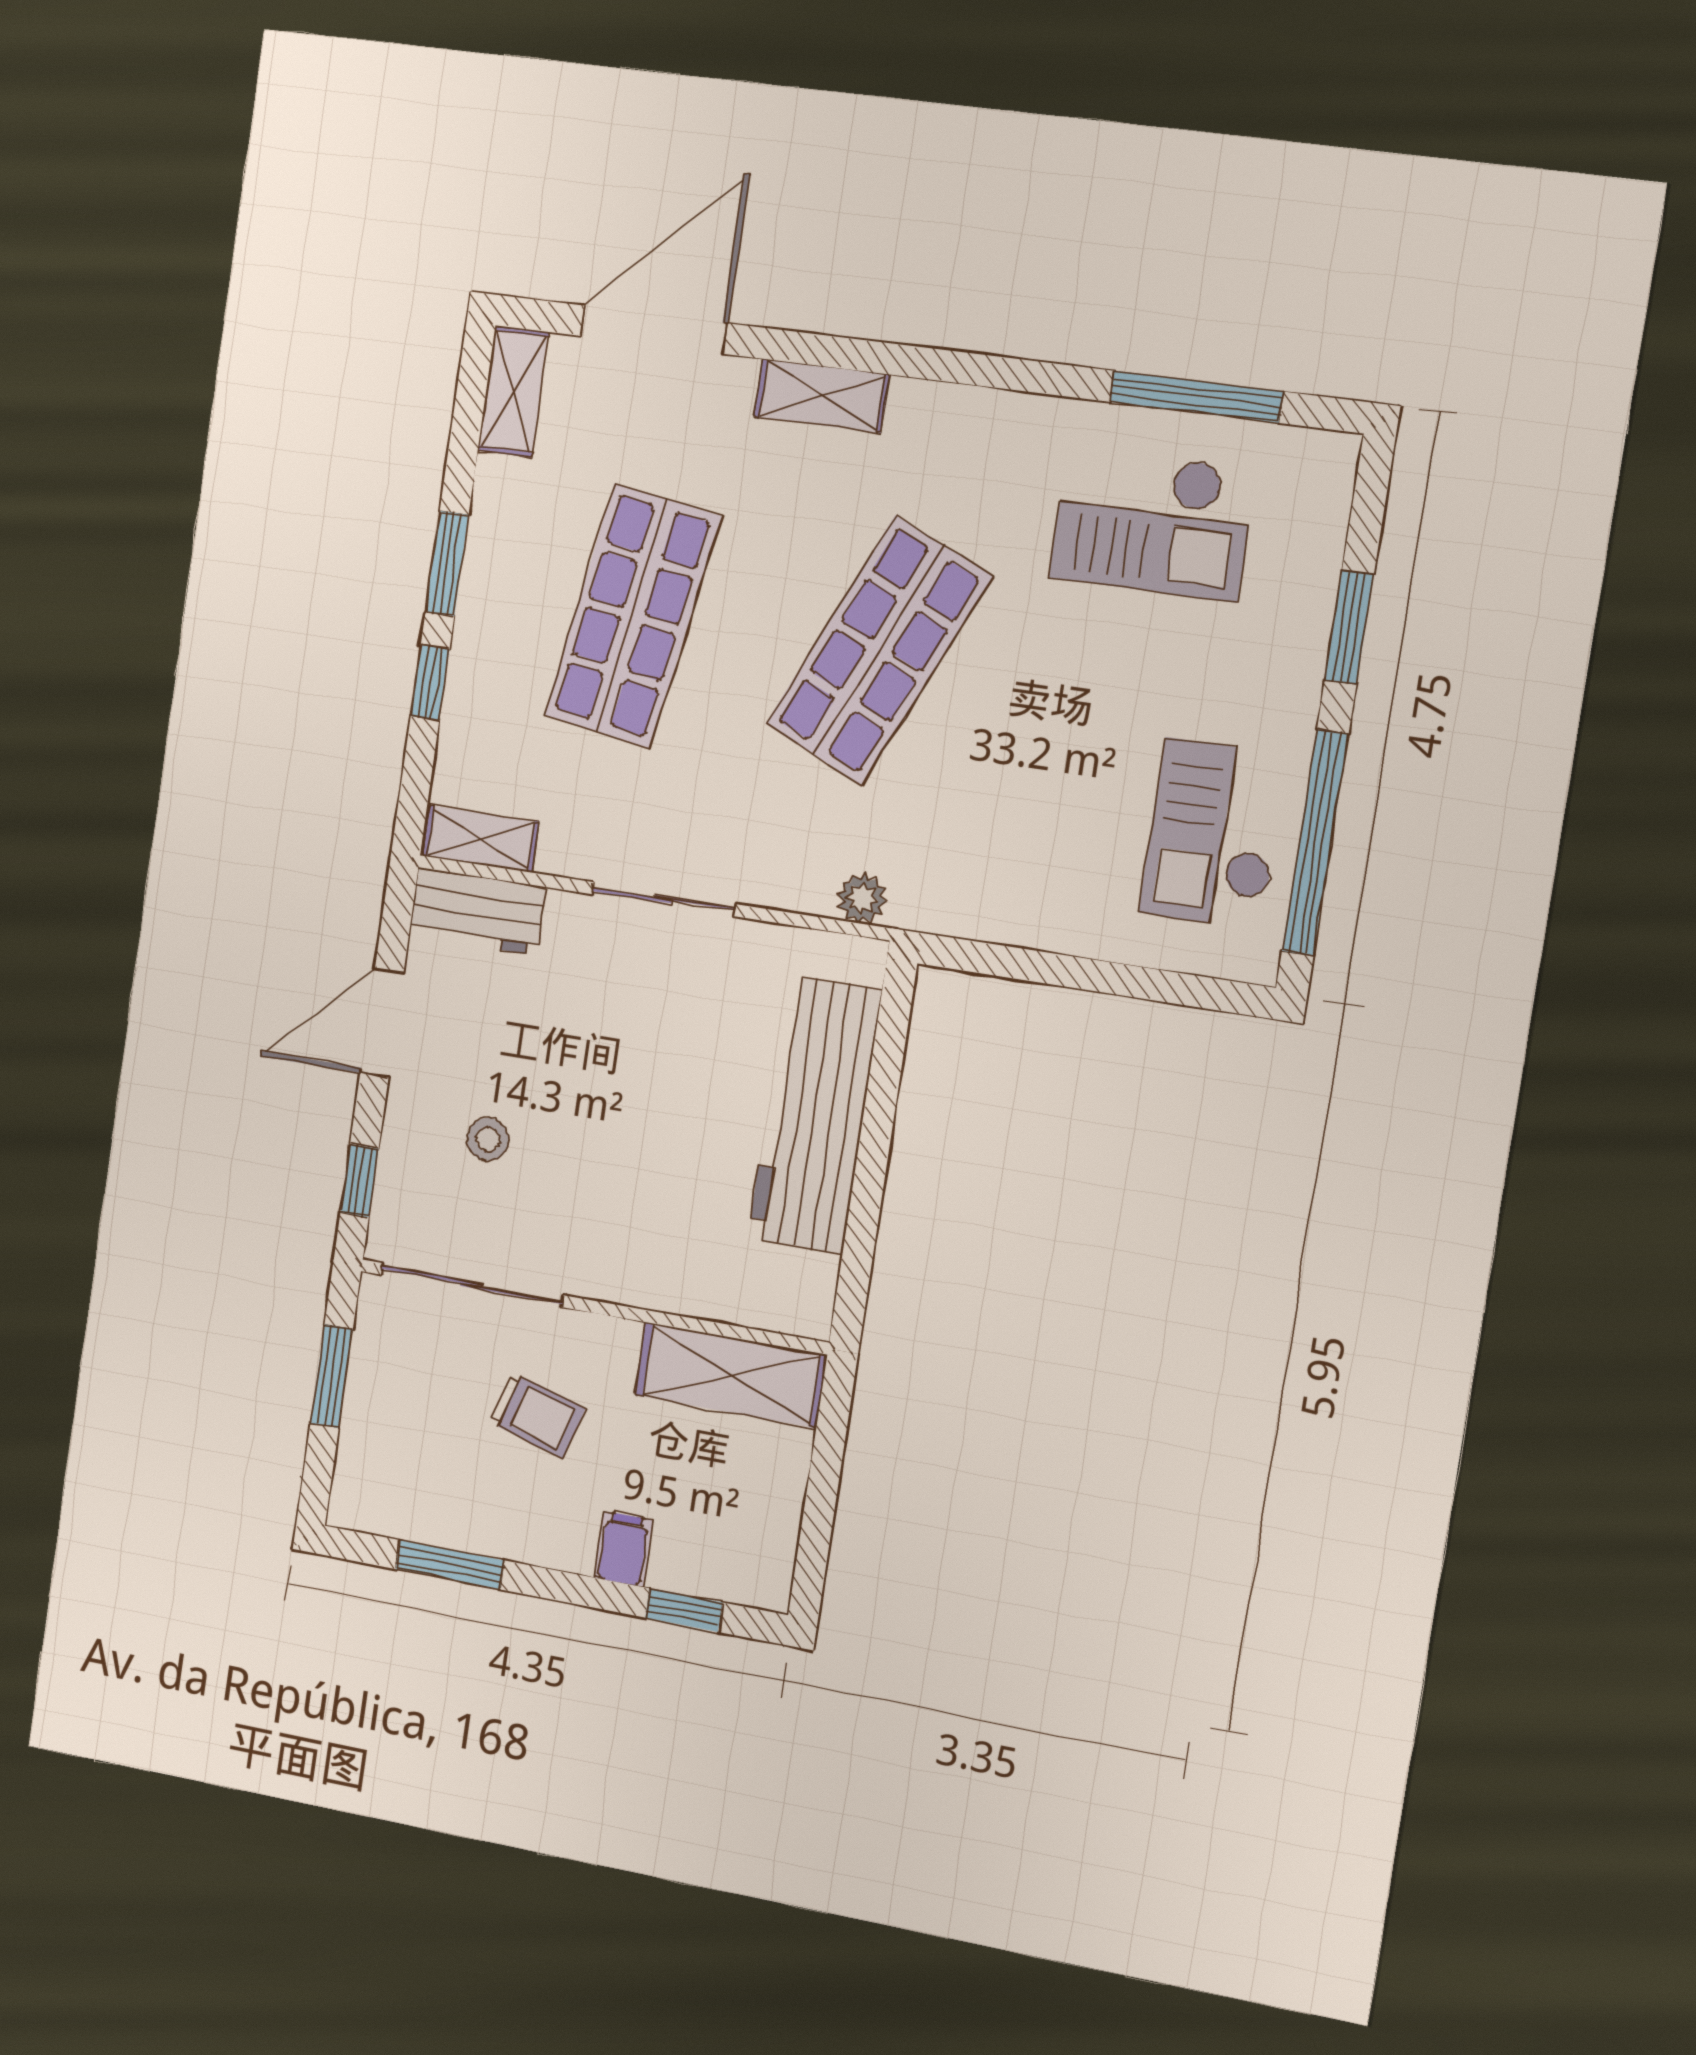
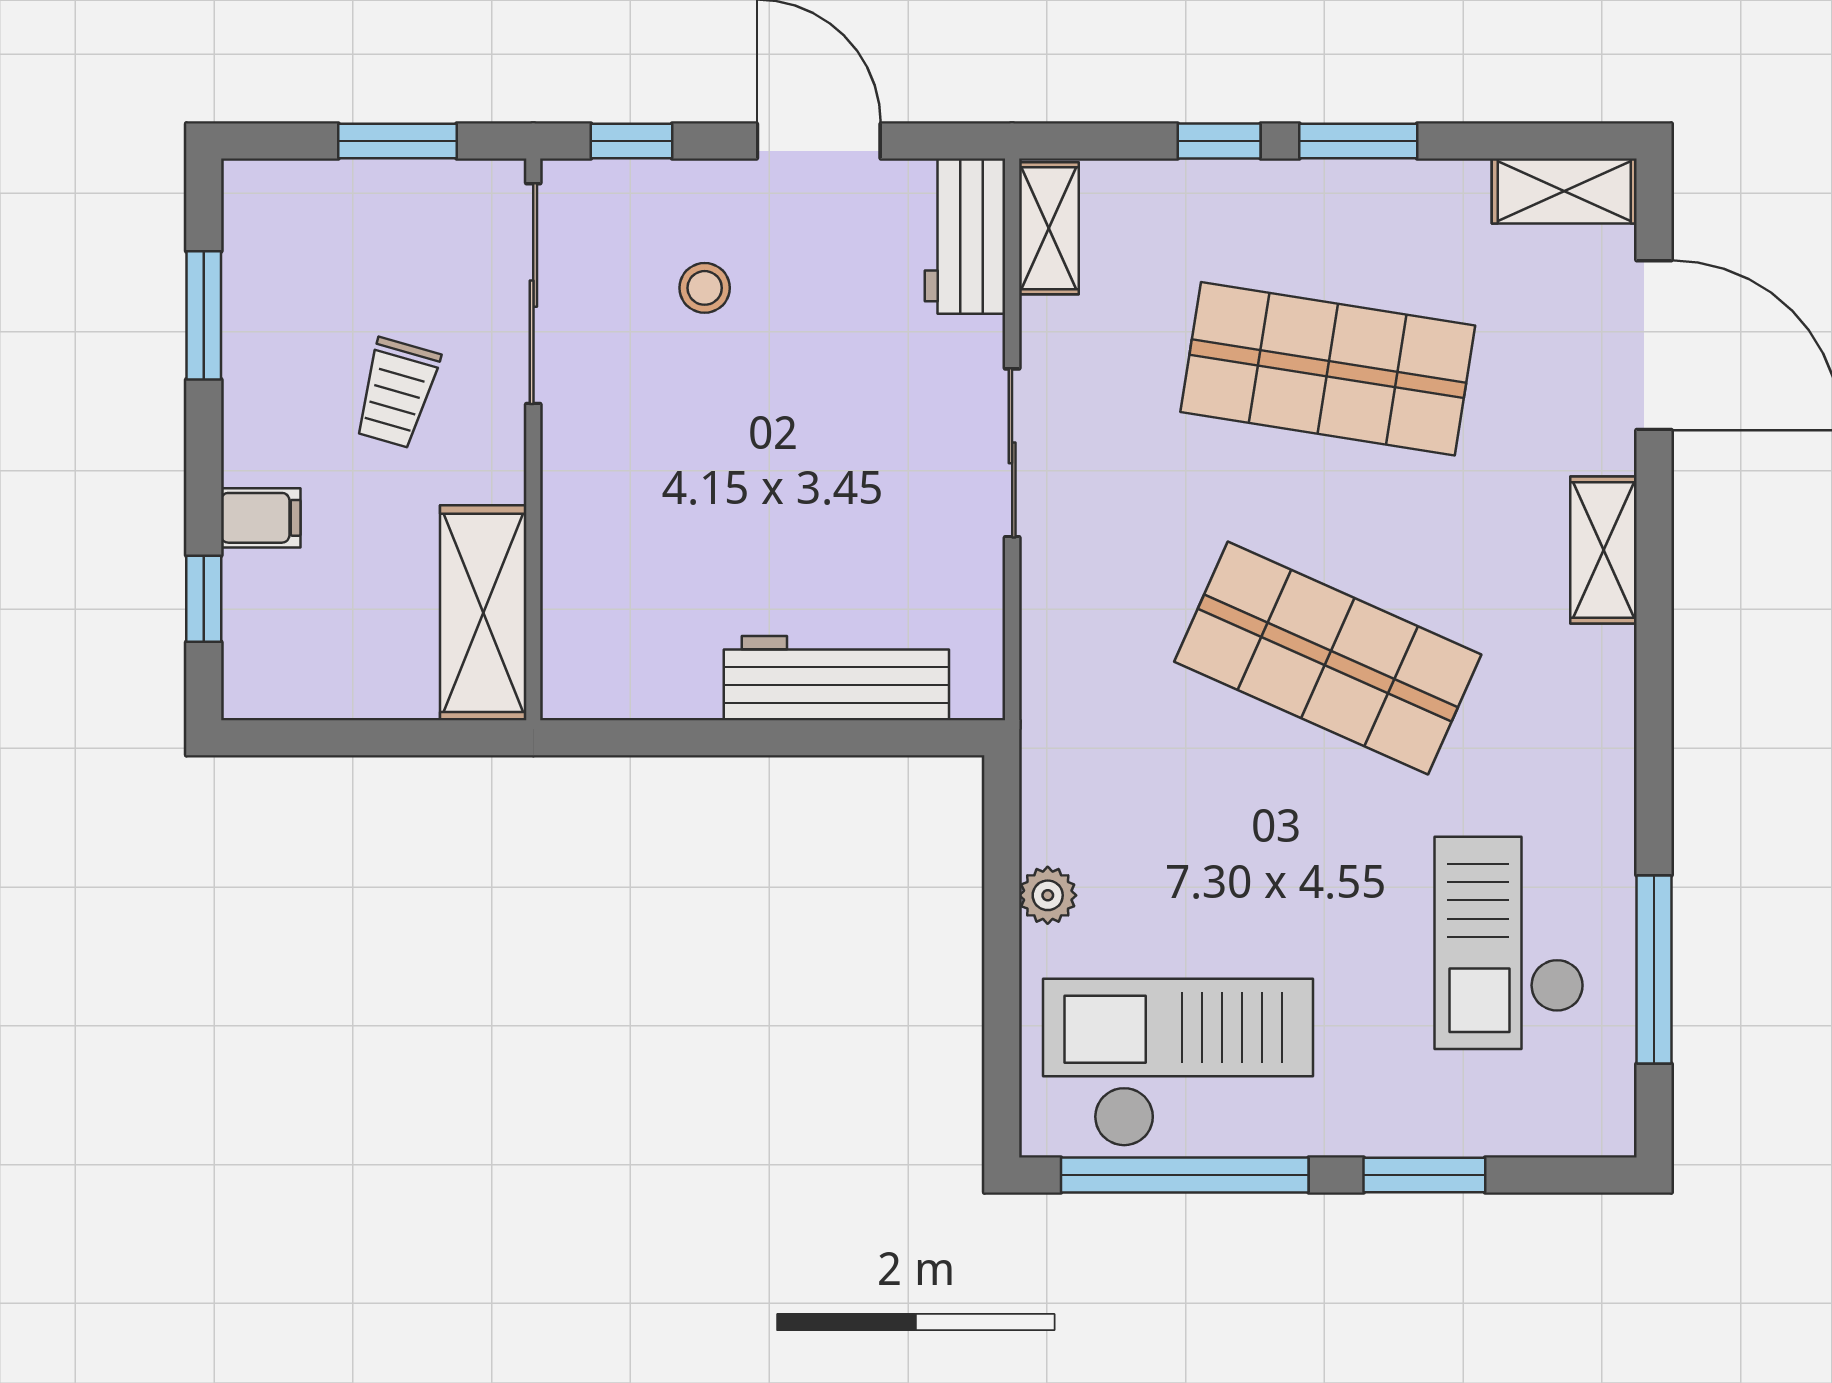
checkout: (1214, 834) -> (1178, 1063), width x1.36, depth x1.21
plant: (862, 898) -> (1048, 895), moved
workbench: (815, 1115) -> (836, 678), width x0.73, depth x0.76

